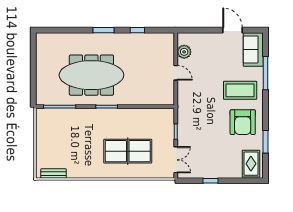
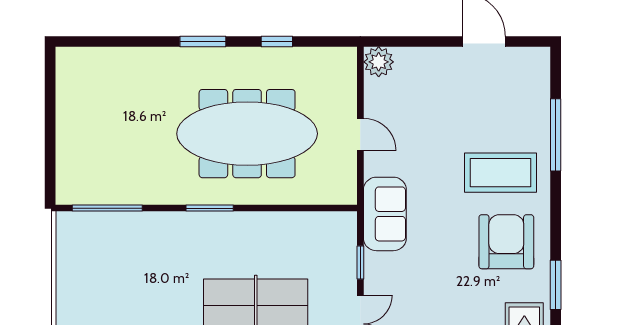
sofa: (253, 49) -> (385, 214), moved, turned 180
plant: (184, 52) -> (379, 62), moved
meeting table: (91, 75) -> (247, 134), moved
armchair: (243, 122) -> (506, 242), turned 180

